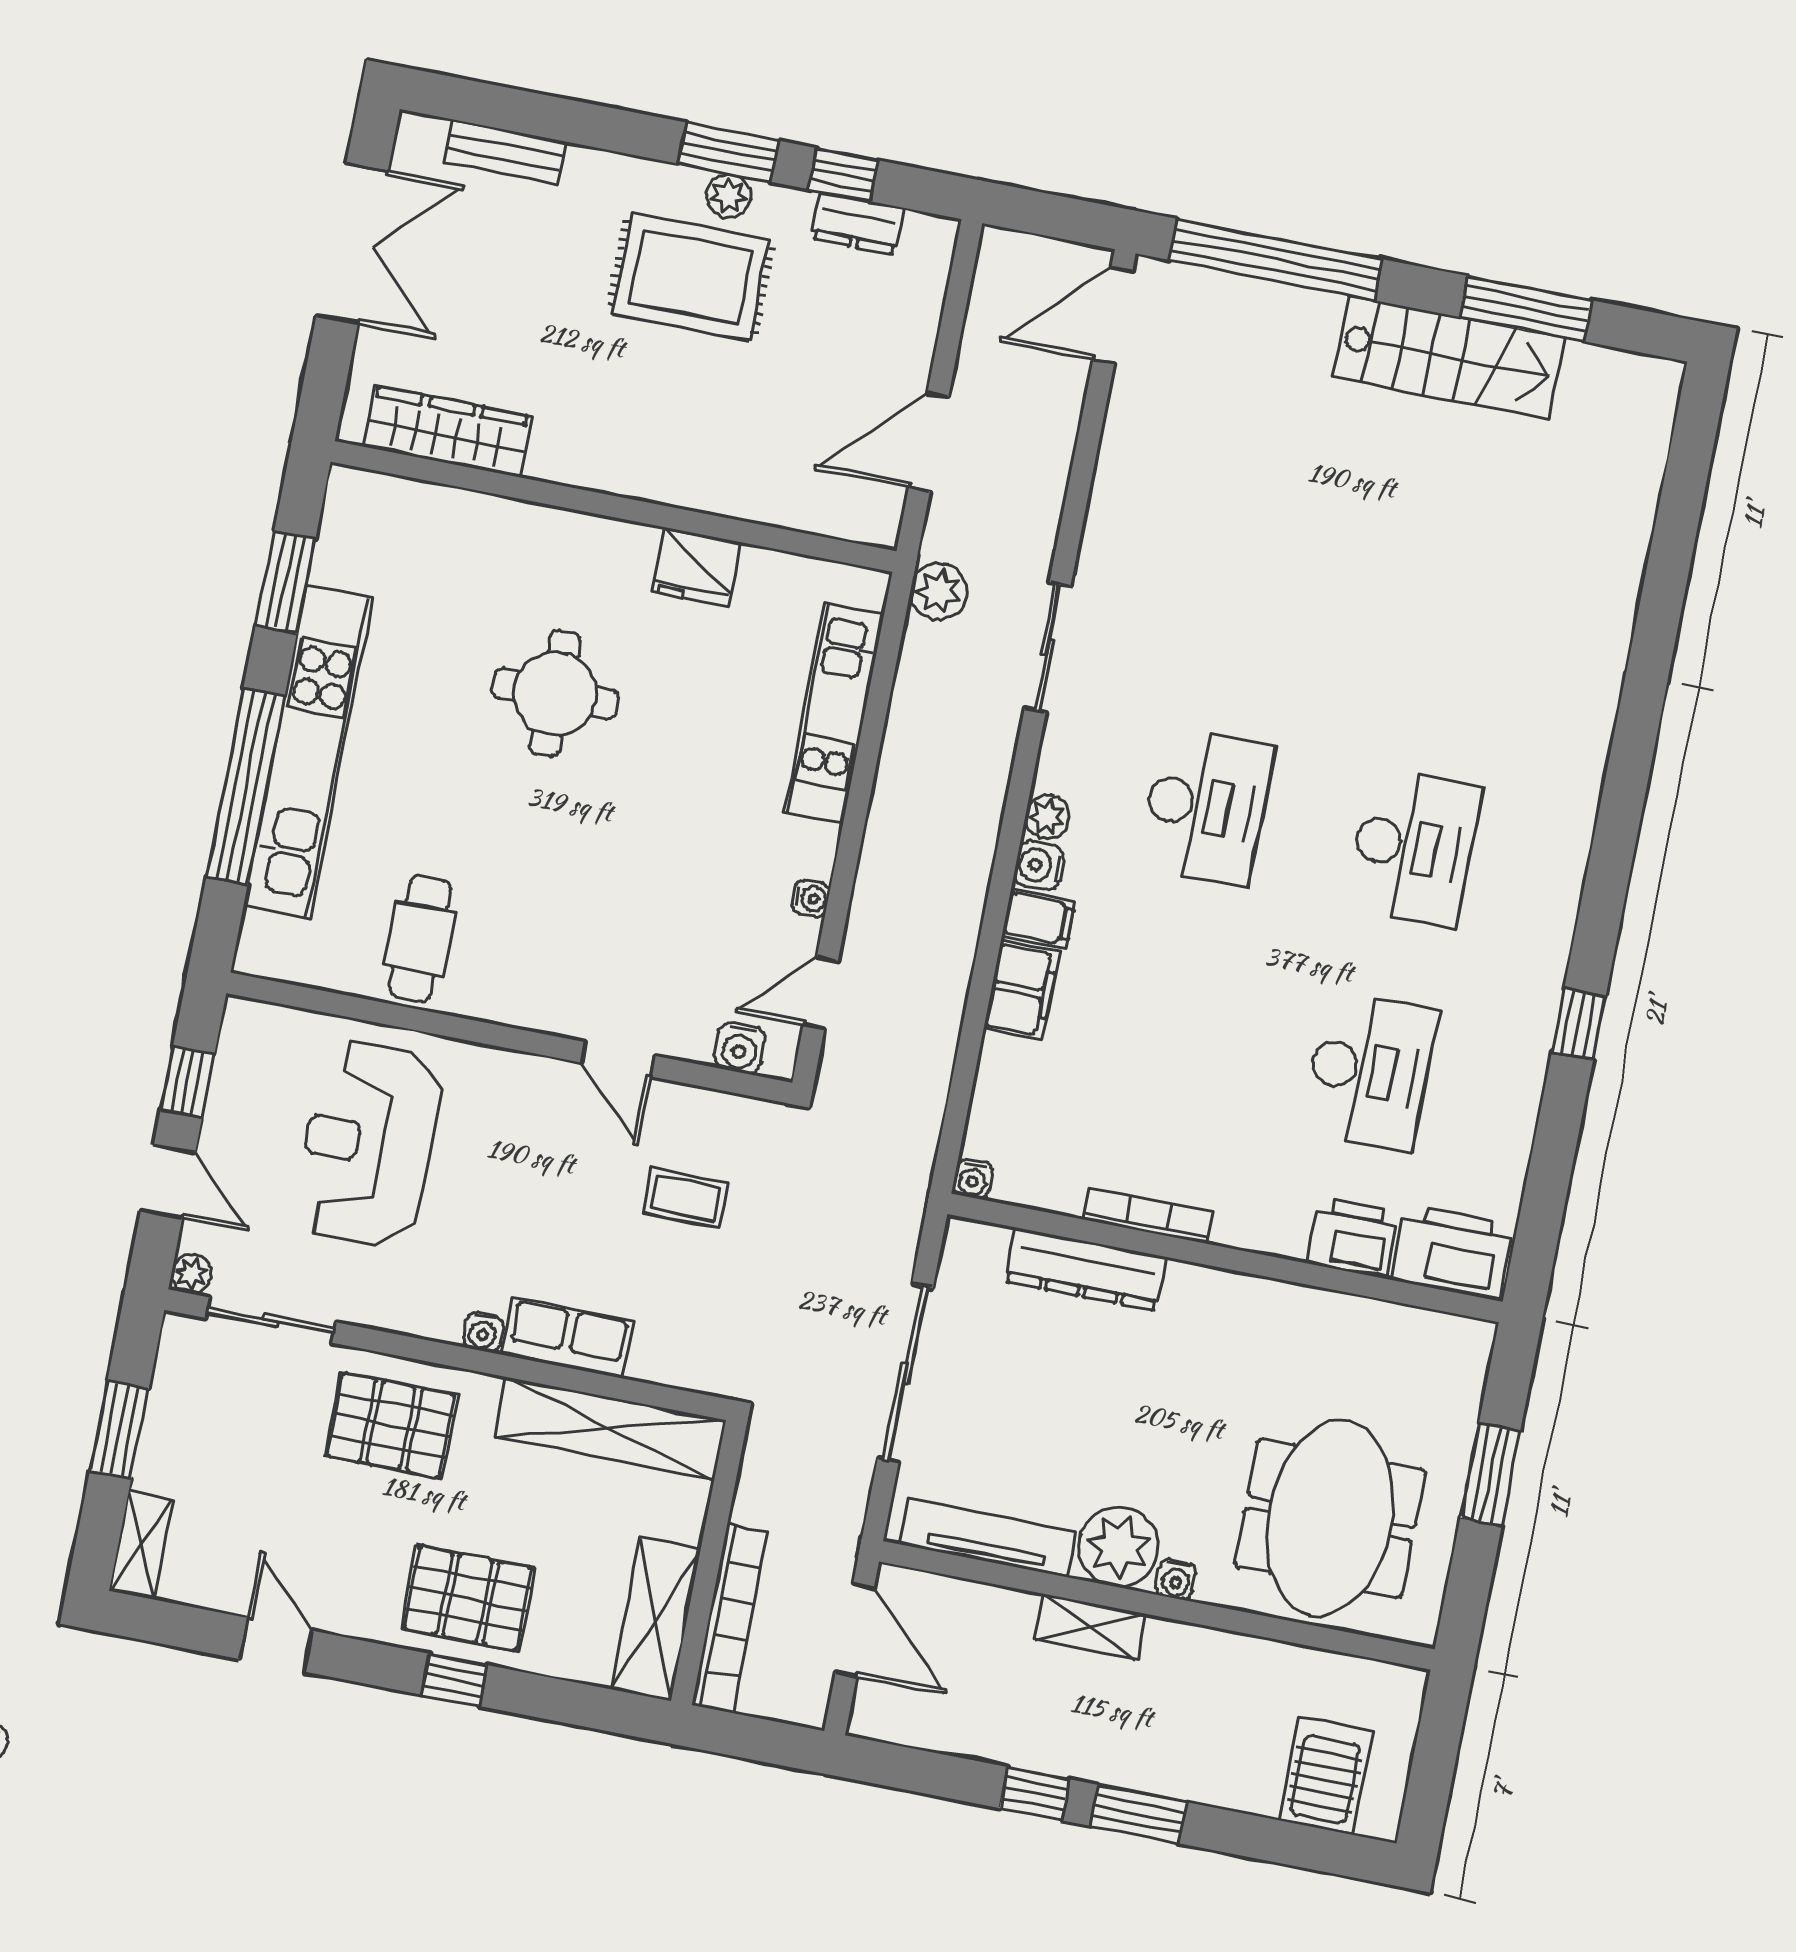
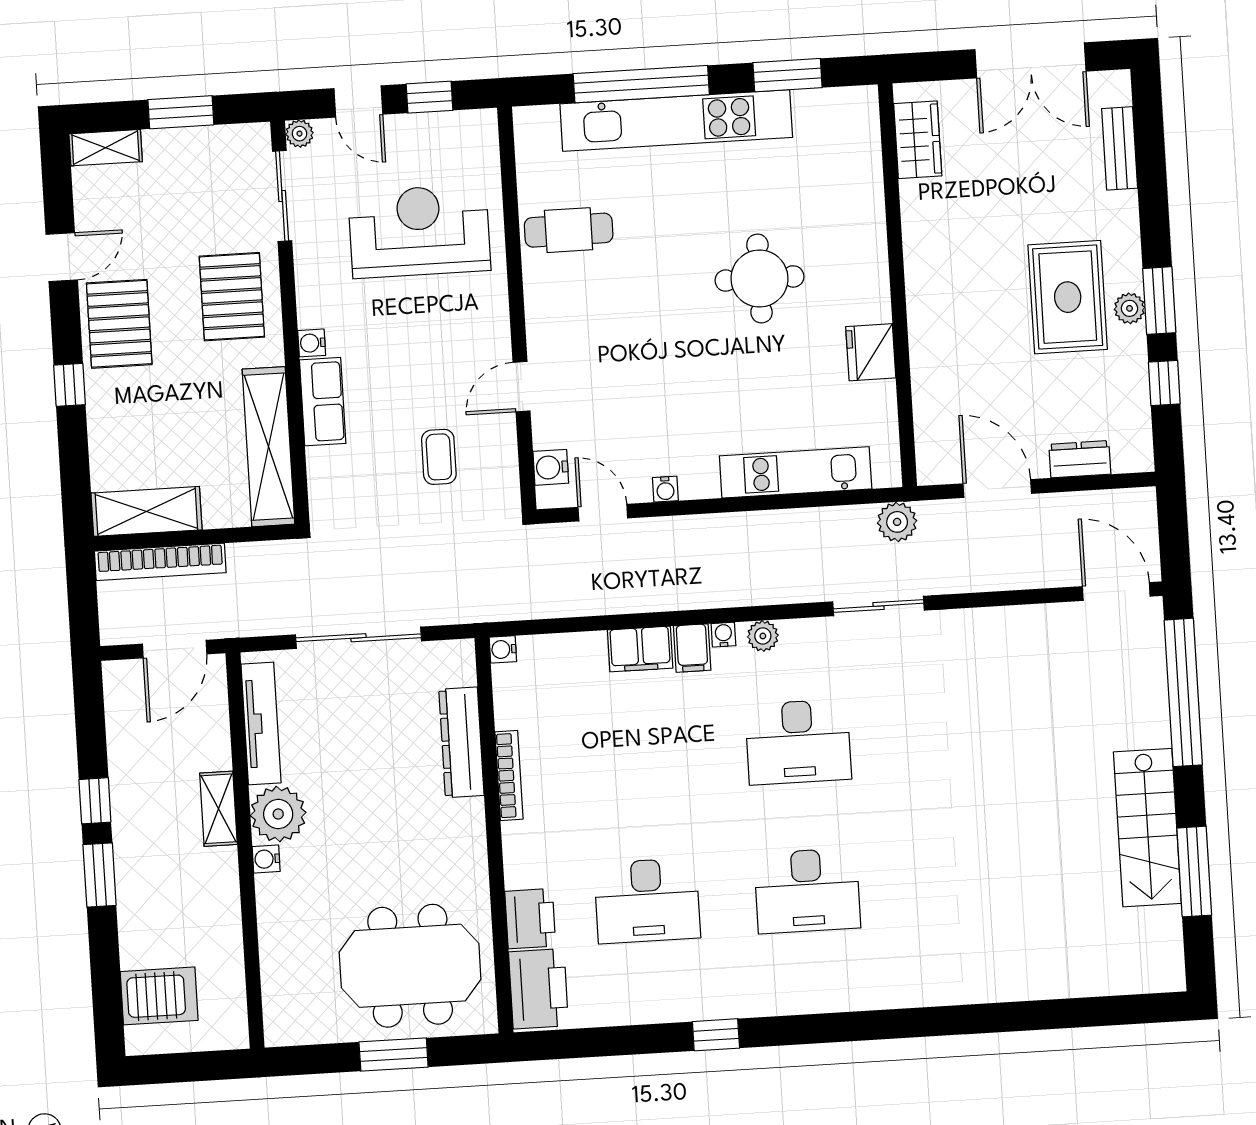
dresser: (858, 223) -> (1080, 459), moved, turned 90
wardrobe: (447, 432) -> (918, 140), width x0.67
water cooler: (1039, 866) -> (723, 635), width x0.72, depth x0.72
door: (168, 1182) -> (358, 101), hinge flipped
meeting table: (1330, 1518) -> (410, 966), moved
pallet: (468, 1598) -> (119, 324), moved

